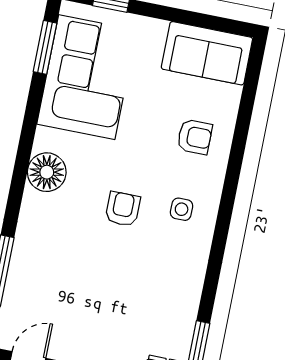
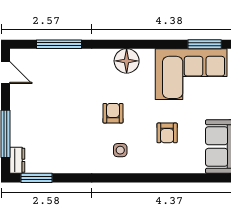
armchair: (195, 137) -> (167, 133), moved
armchair: (123, 209) -> (113, 113), turned -90

